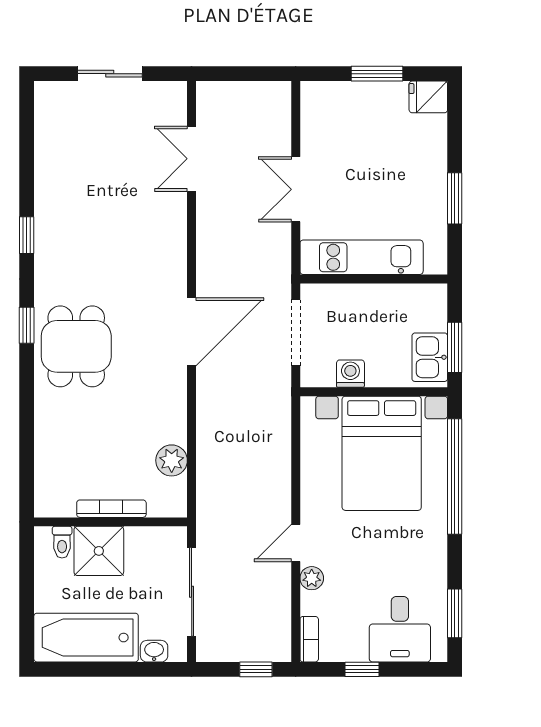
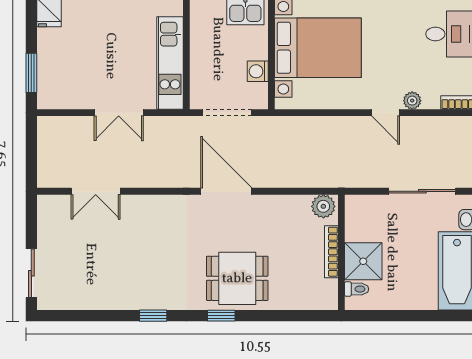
sliding door: (110, 74) -> (31, 273), moved
window: (377, 74) -> (31, 73), moved
bookcase: (111, 509) -> (331, 252), moved
wall: (111, 522) -> (341, 252), moved
toilet: (62, 542) -> (357, 289), moved
shower: (99, 551) -> (363, 261), moved

